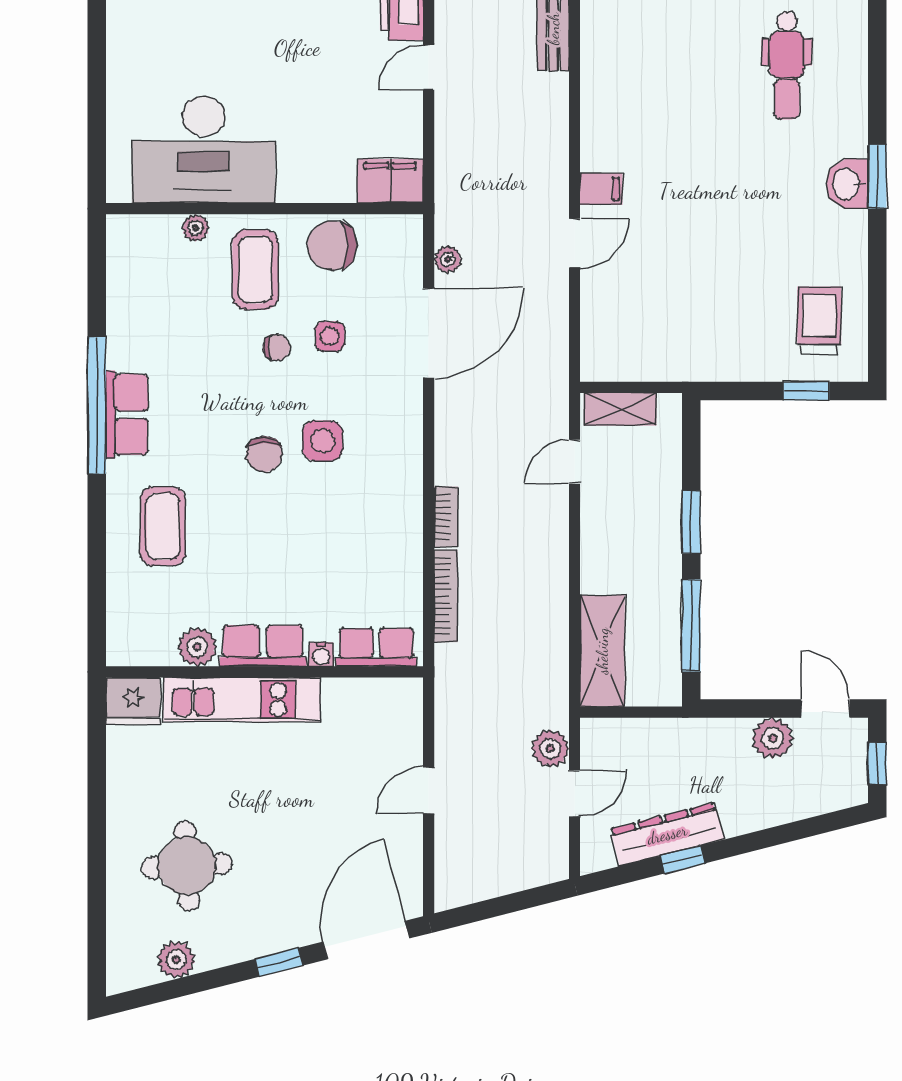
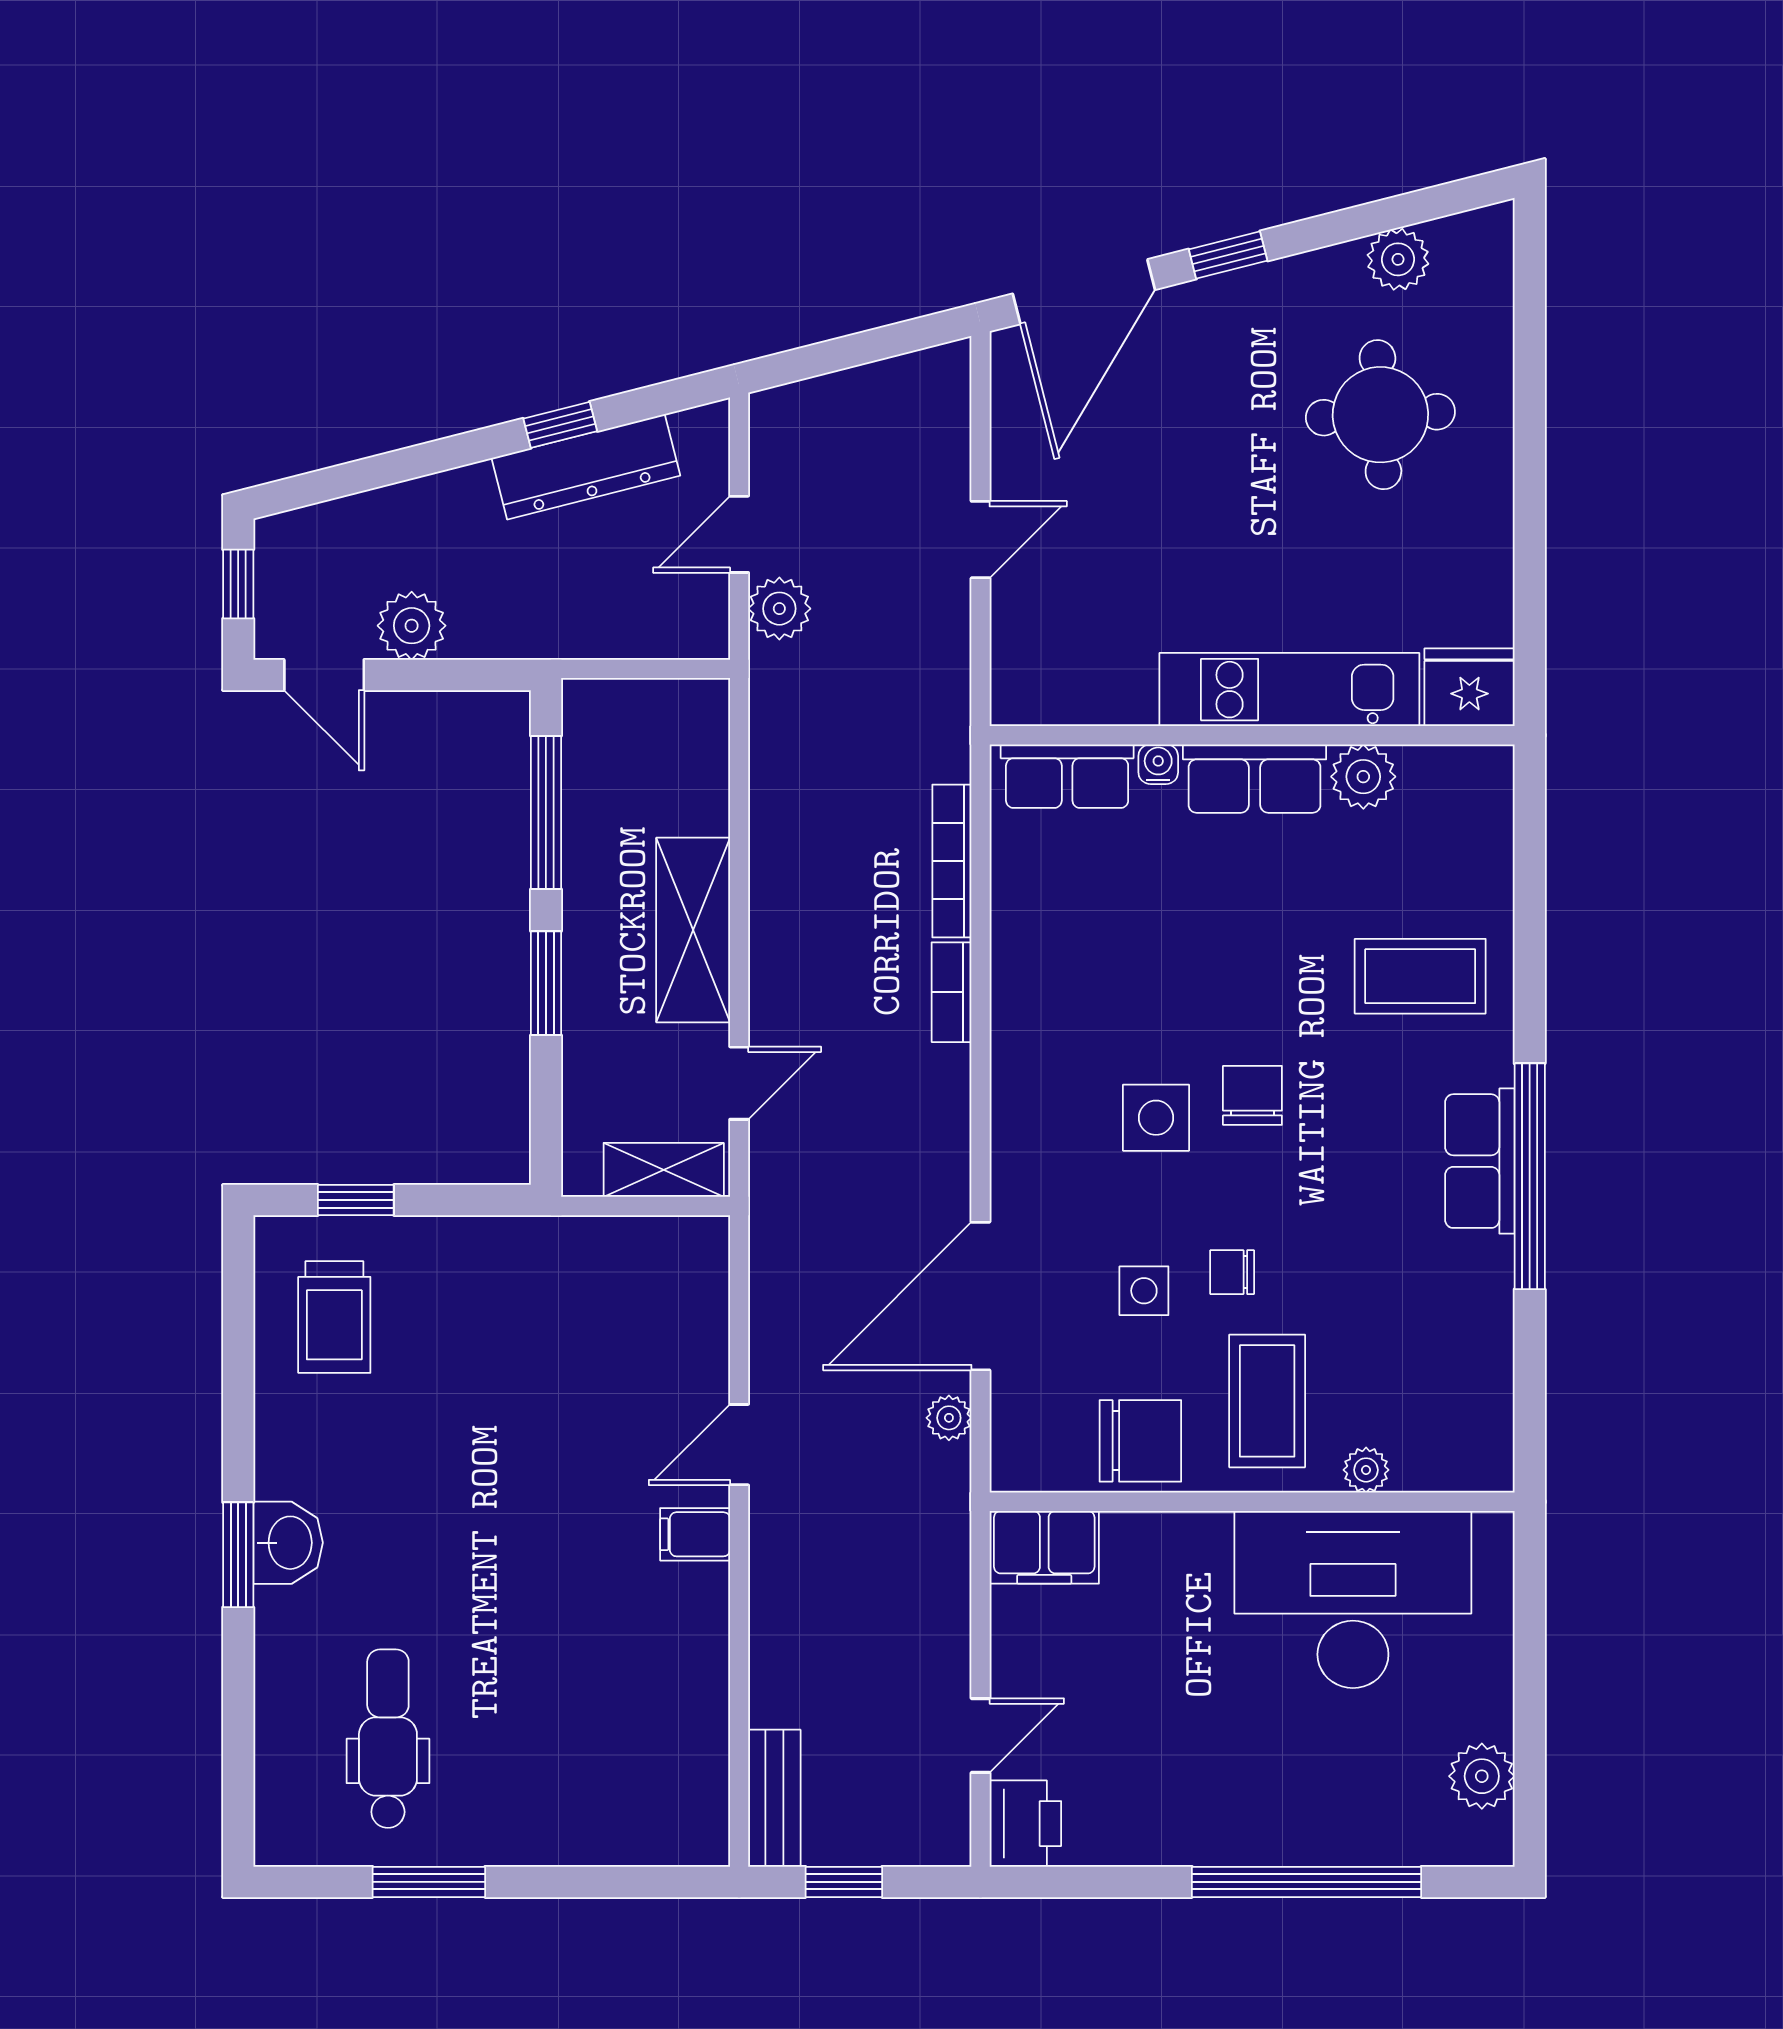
plant: (126, 43) -> (1482, 1776), added
coffee table: (163, 526) -> (1420, 976), turned 90
shelving: (602, 651) -> (693, 930), moved

